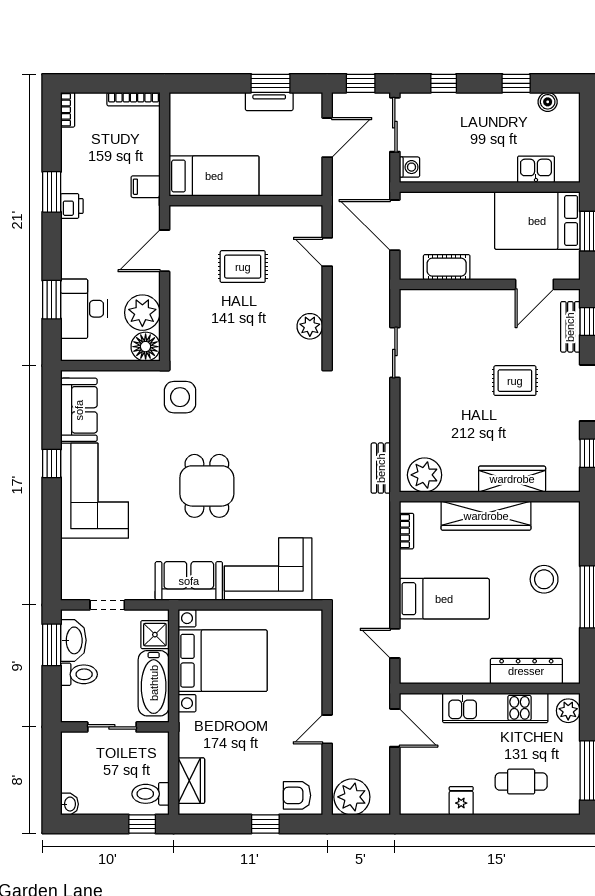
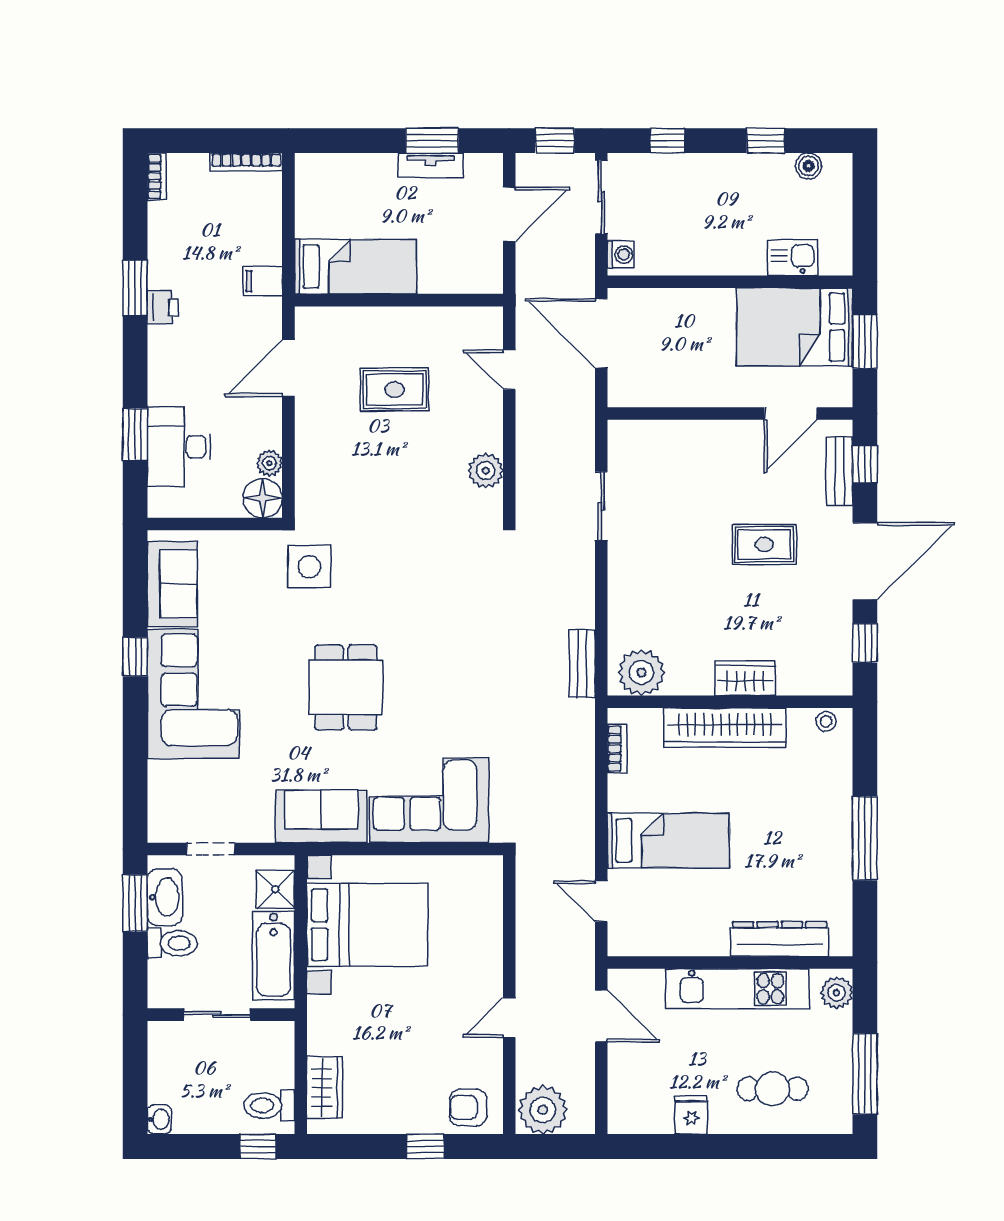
cot: (447, 267) -> (671, 390), removed
plant: (142, 313) -> (269, 463), width x0.53, depth x0.53
wardrobe: (512, 479) -> (745, 678), width x0.67
stool: (544, 579) -> (826, 721), moved, width x0.53, depth x0.53

